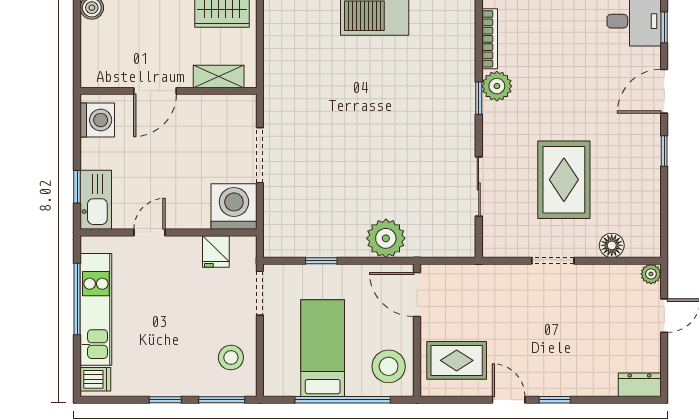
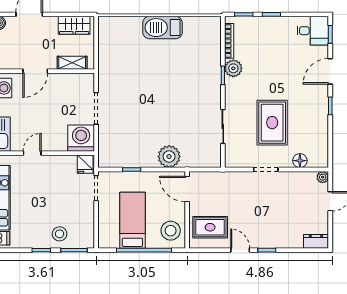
fridge: (216, 251) -> (85, 164), moved
stool: (231, 358) -> (60, 234), moved

